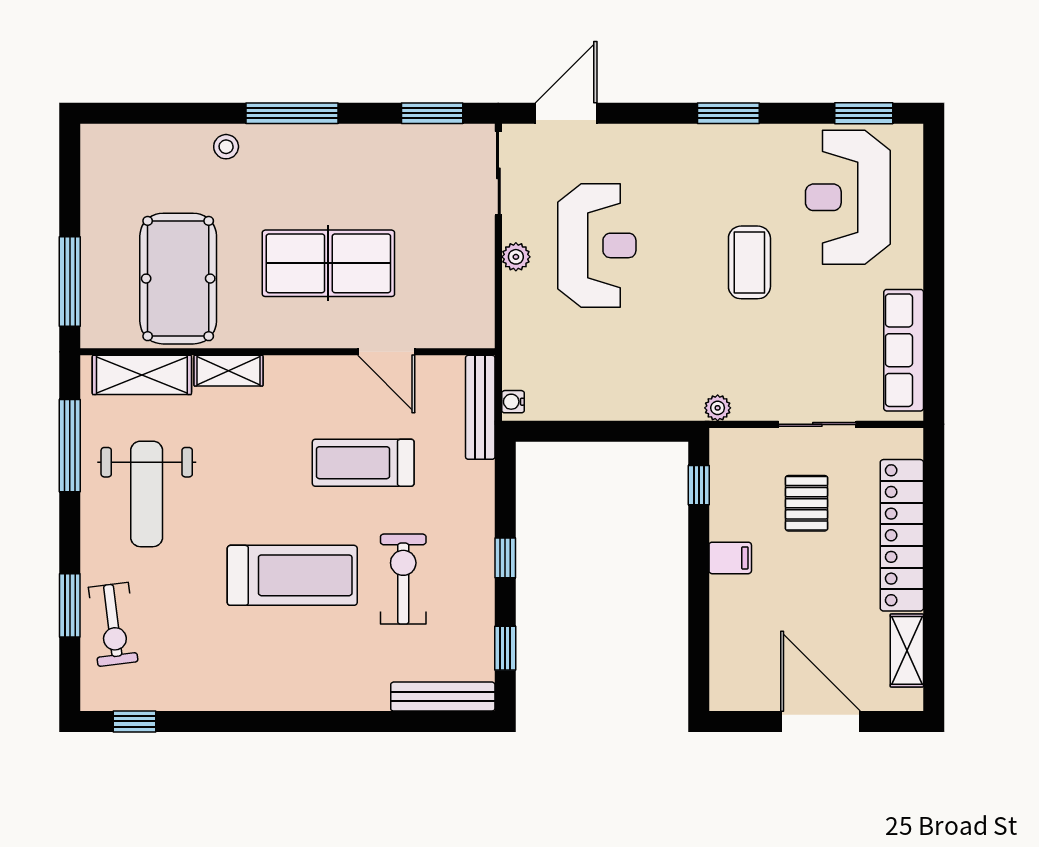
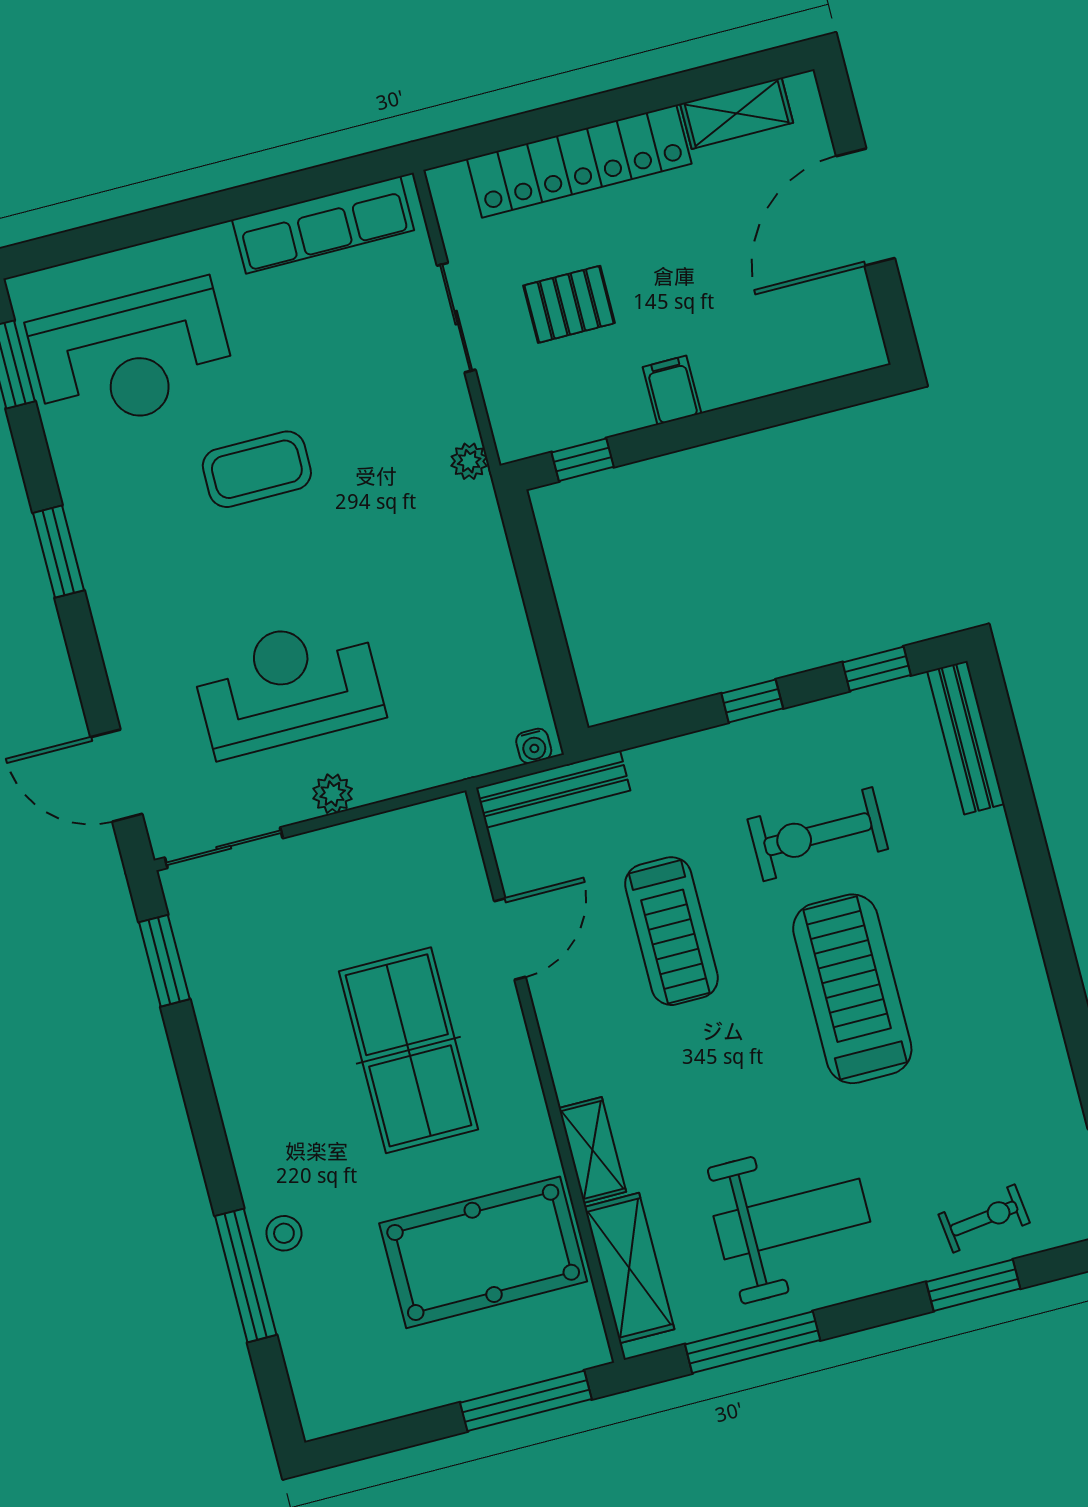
window: (292, 113) -> (246, 1275), moved
exercise bike: (113, 624) -> (984, 1219), width x0.73, depth x0.72

